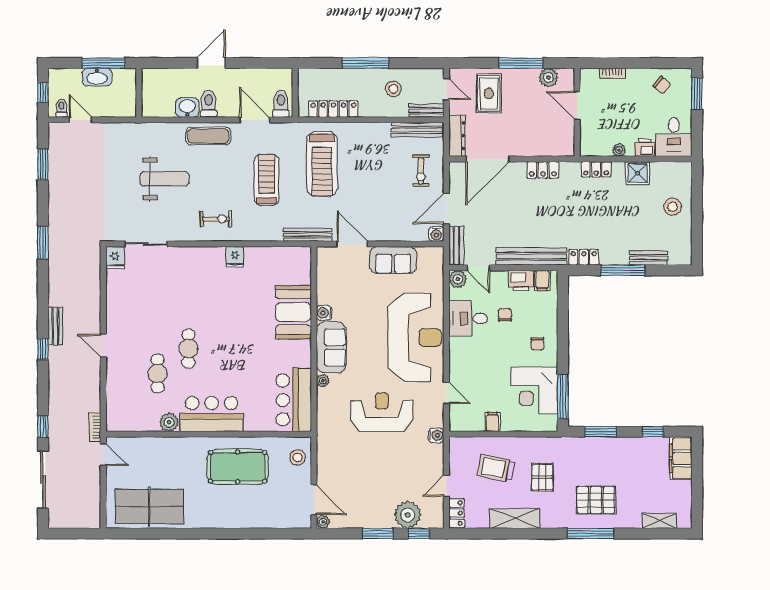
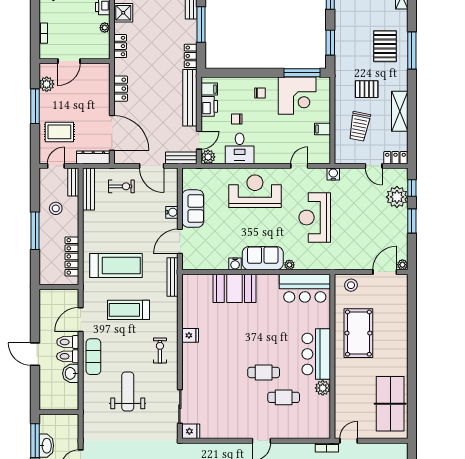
toilet: (281, 104) -> (68, 342), moved
water cooler: (436, 234) -> (172, 212), moved
reception desk: (415, 338) -> (255, 191), width x0.74, depth x0.77

